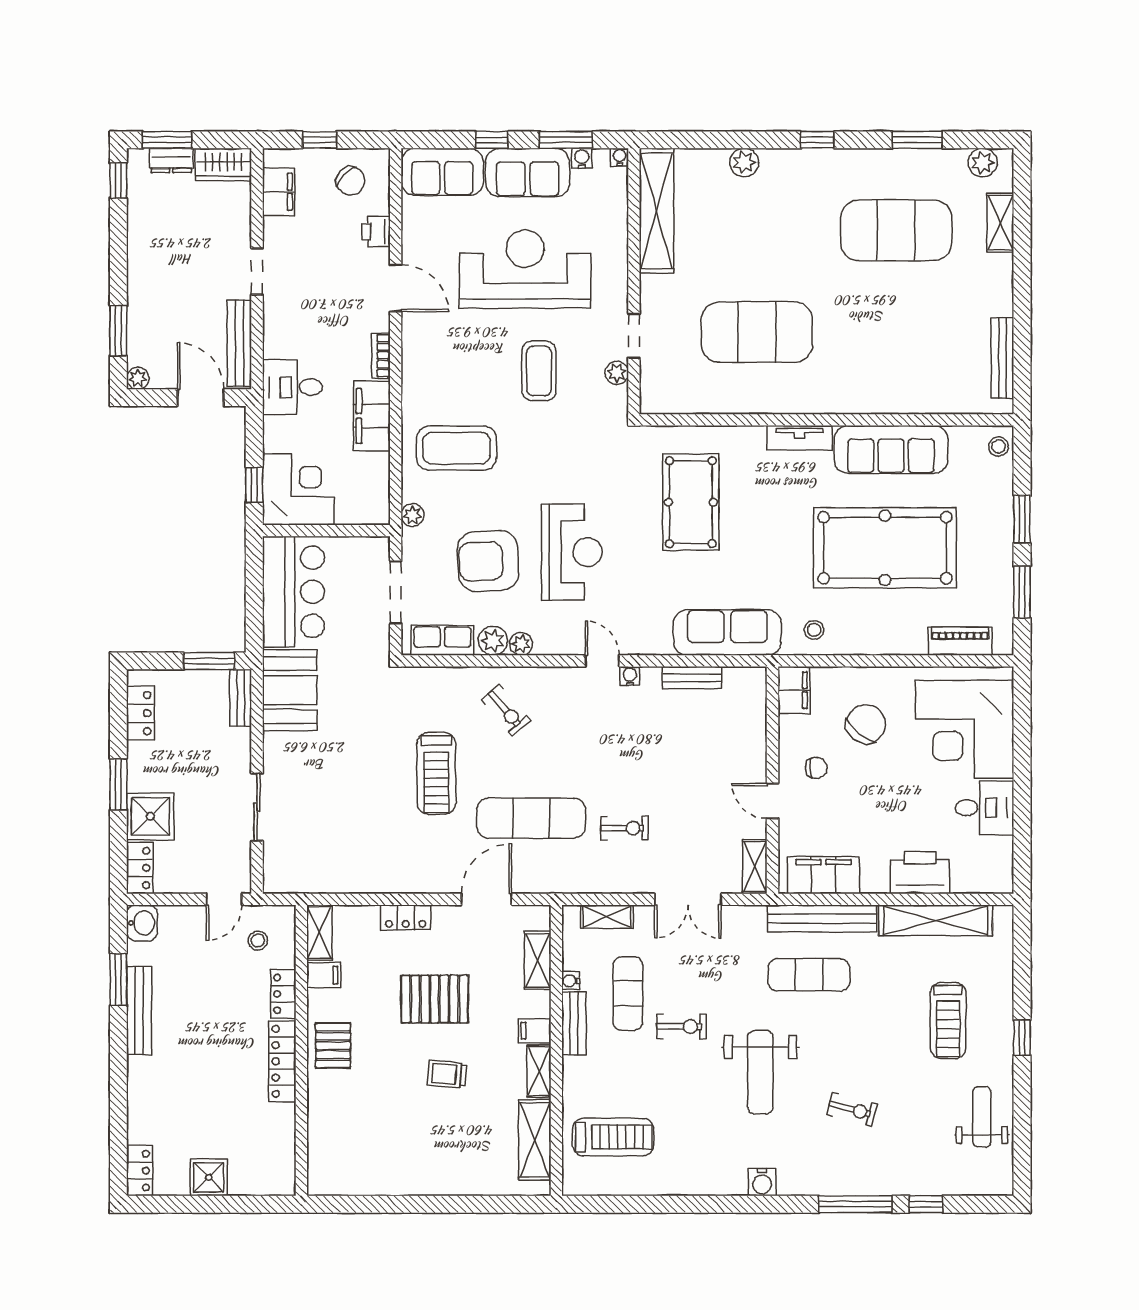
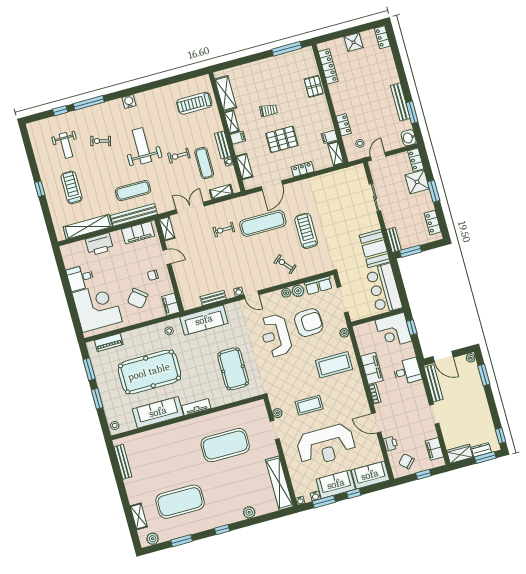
coffee table: (539, 371) -> (309, 405), turned 90
pallet: (333, 1046) -> (314, 86), moved
locker: (282, 1061) -> (328, 66), moved
weight bench: (982, 1117) -> (66, 145), moved
window: (366, 1204) -> (287, 49), added

